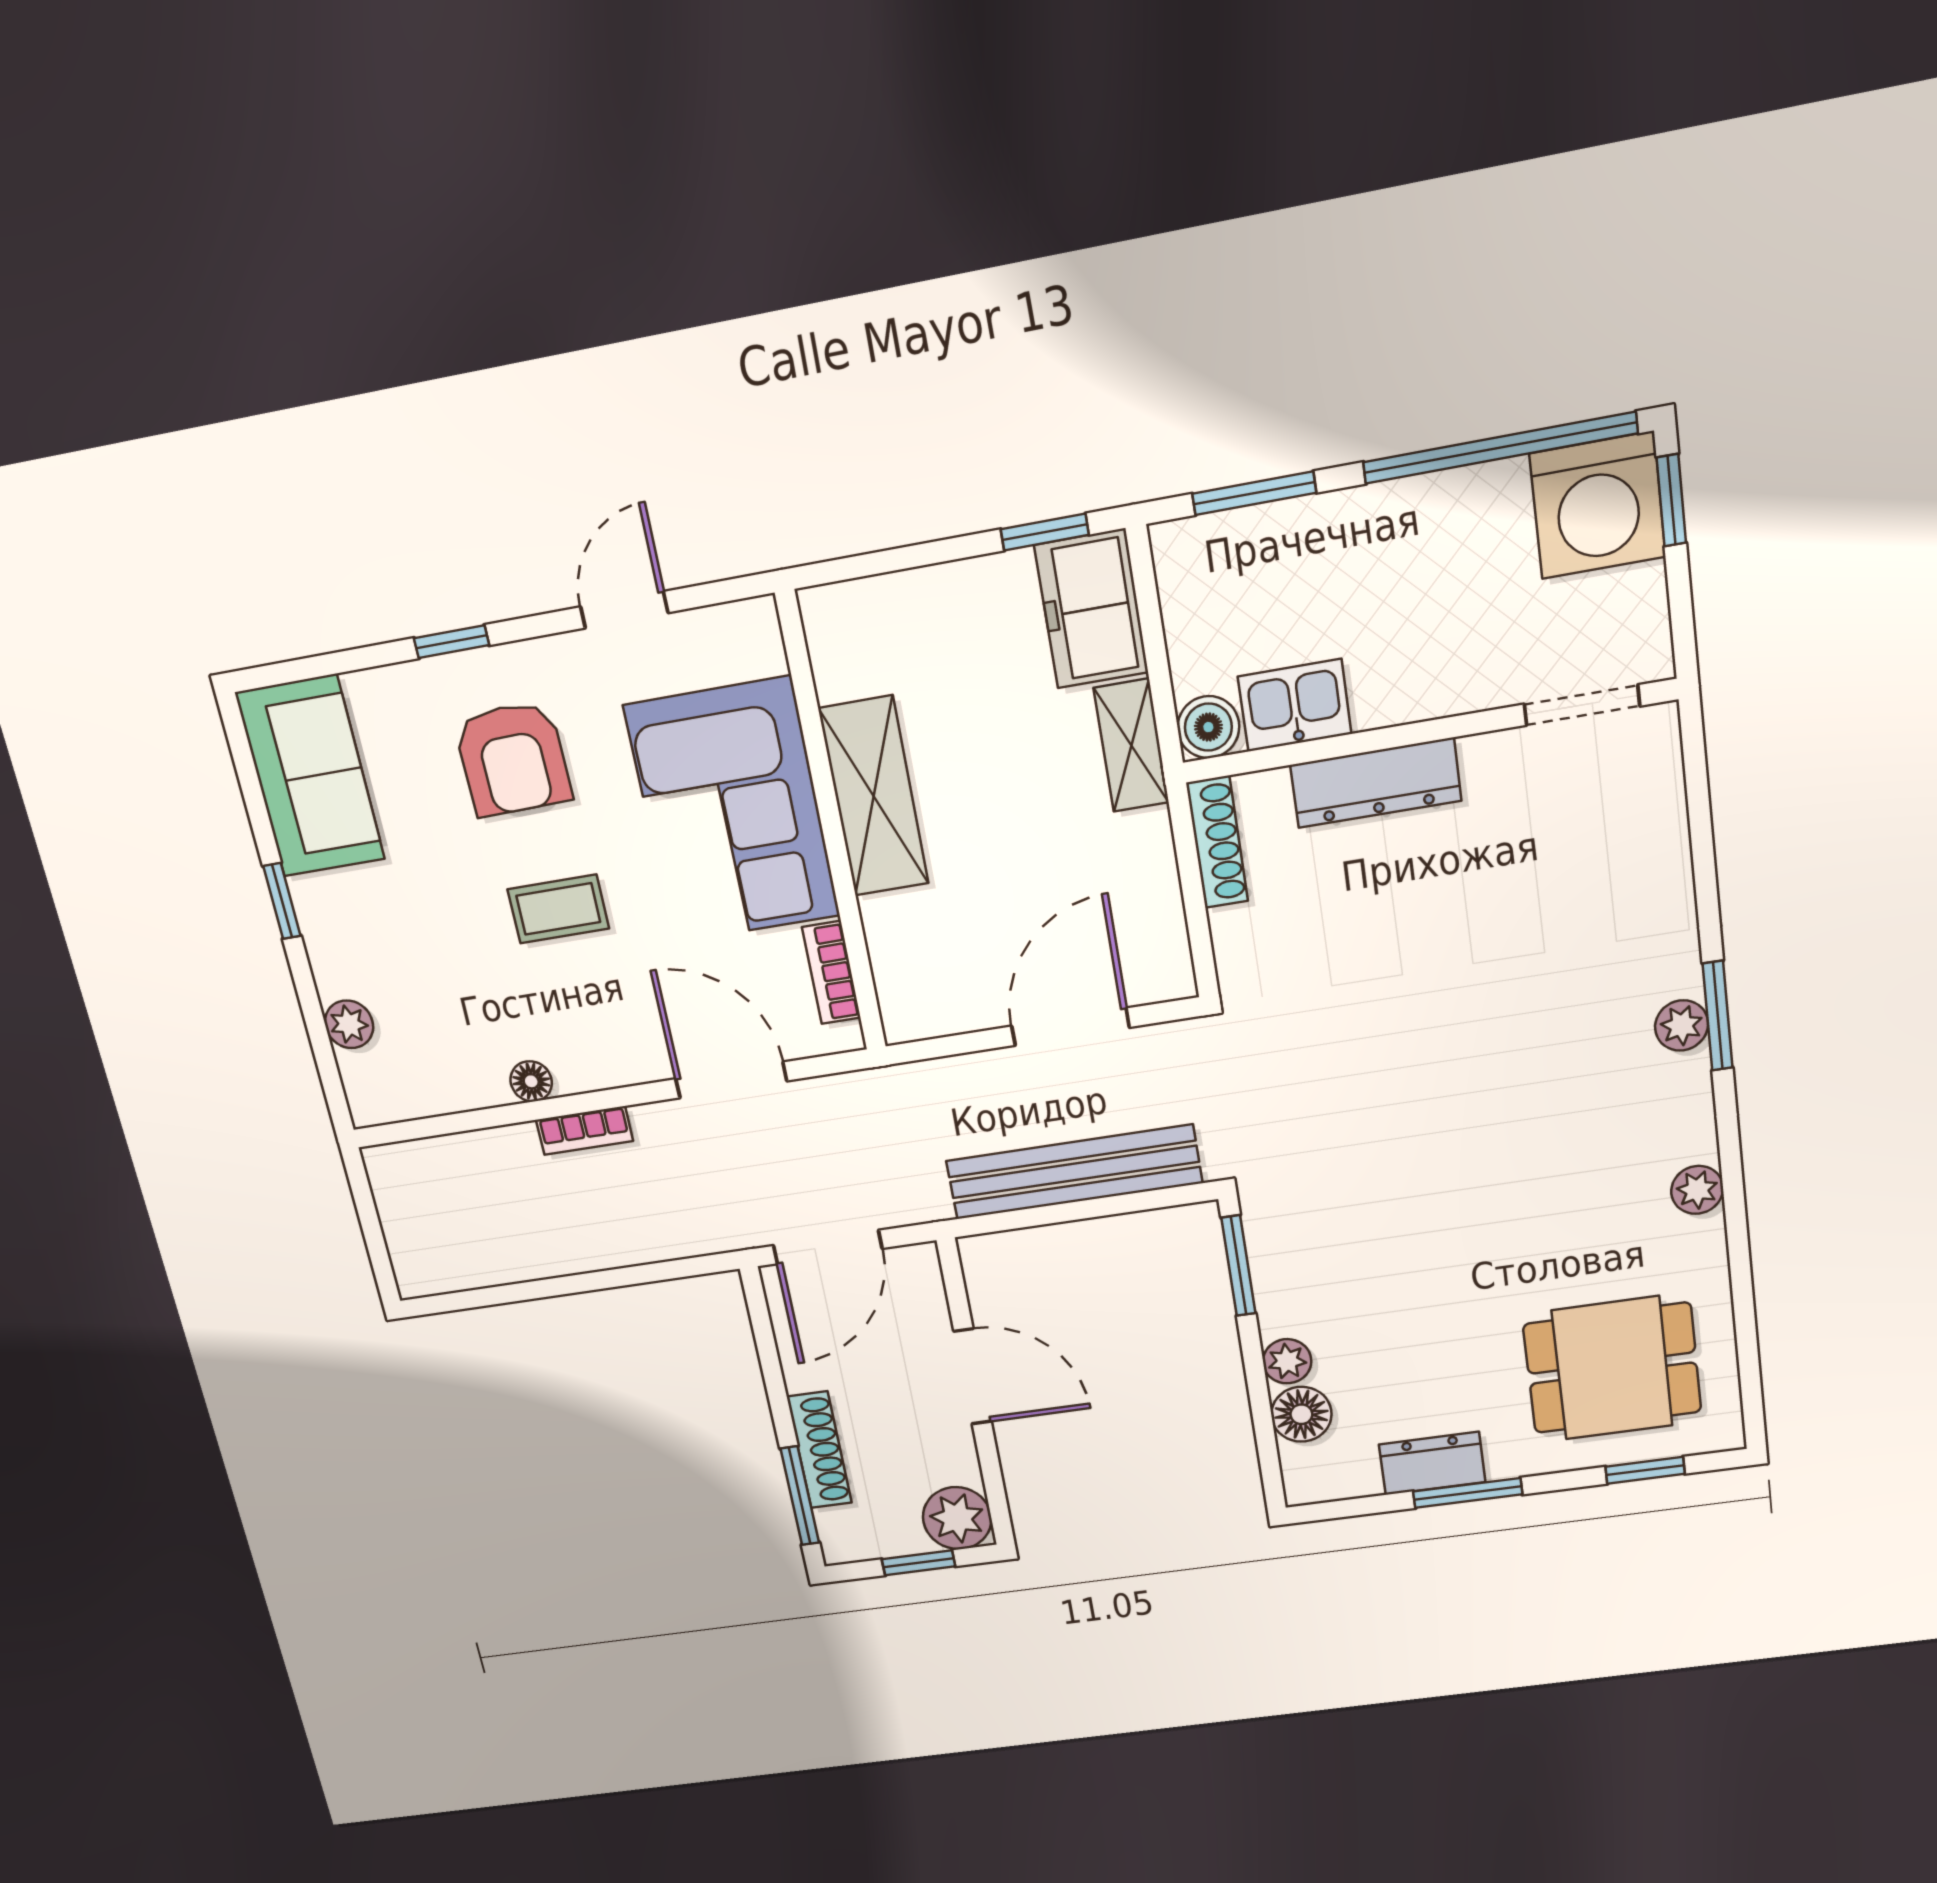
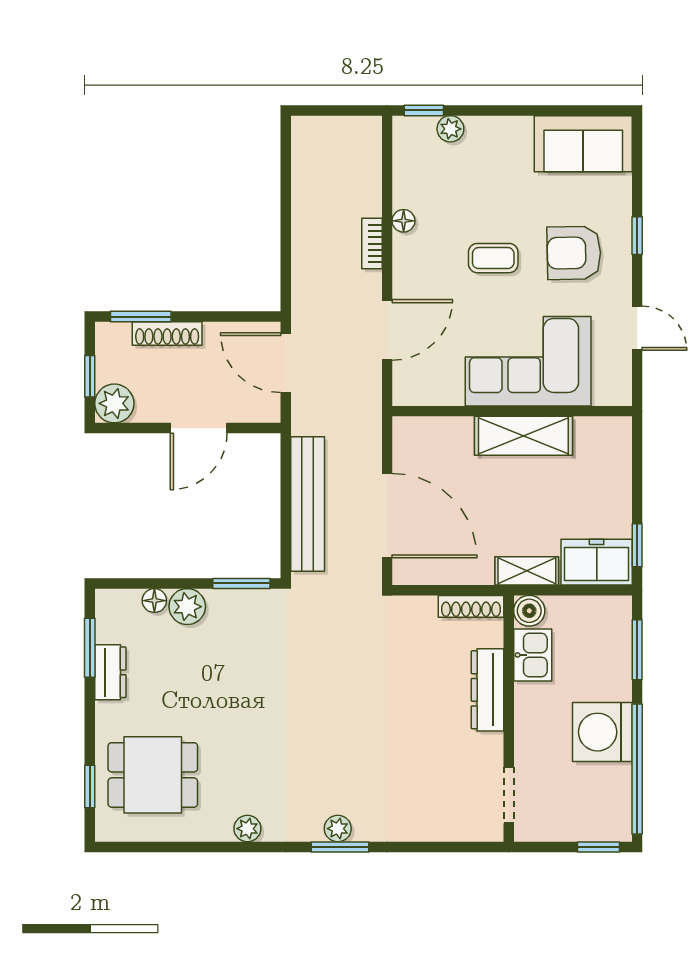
washing machine: (1598, 505) -> (602, 732), moved
window: (282, 901) -> (424, 110), moved
coffee table: (558, 909) -> (493, 258), turned 90
bookcase: (831, 972) -> (436, 395), removed
door: (1070, 1027) -> (387, 516), width x1.36
plant: (1287, 1361) -> (187, 607), width x1.38, depth x1.38
dining table: (1612, 1368) -> (153, 775), turned 90
floor lamp: (1301, 1414) -> (154, 601), width x0.73, depth x0.73
window: (1468, 1493) -> (90, 648), moved

